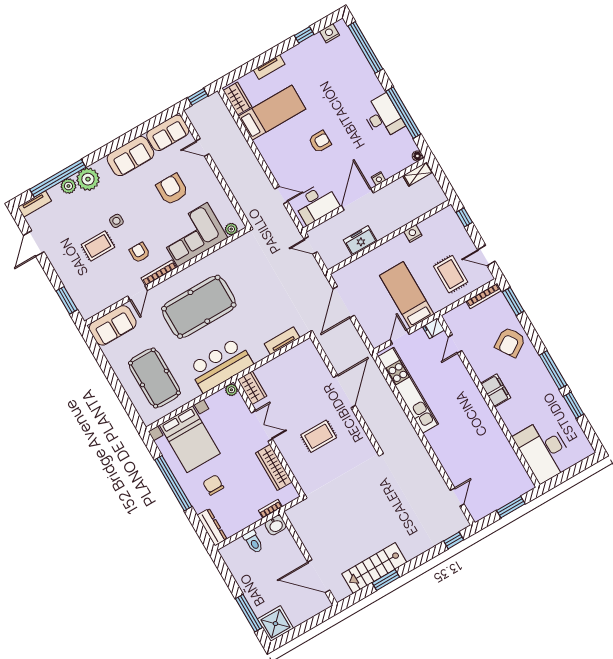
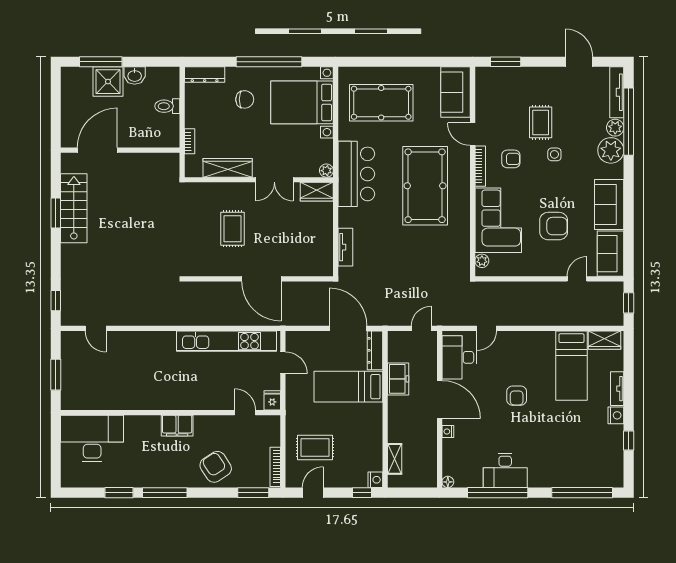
nightstand: (330, 33) -> (616, 415), moved
shelving: (418, 174) -> (395, 459), moved
tv unit: (35, 204) -> (617, 92), width x1.41
nightstand: (413, 234) -> (375, 480), moved
dresser: (349, 271) -> (375, 350), added
bed: (407, 295) -> (348, 387), moved, turned 180
washbasin: (276, 525) -> (135, 76), moved, turned -90
shower: (275, 624) -> (108, 82), moved

